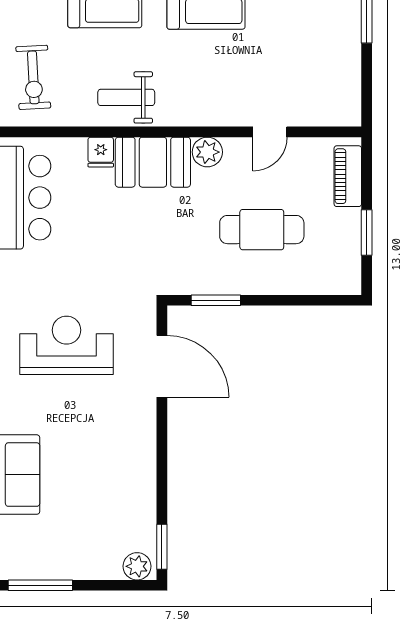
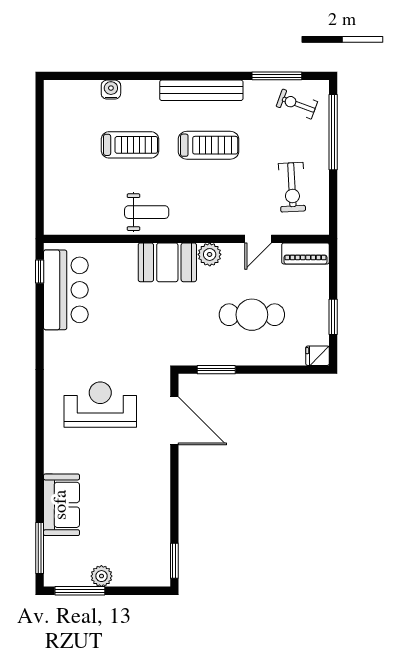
exercise bike: (33, 77) -> (292, 187), moved
weight bench: (126, 97) -> (147, 212), turned 180
fridge: (101, 152) -> (317, 356), moved, turned 90
piano: (348, 176) -> (305, 253), moved, turned -90
plant: (137, 566) -> (101, 576), moved

